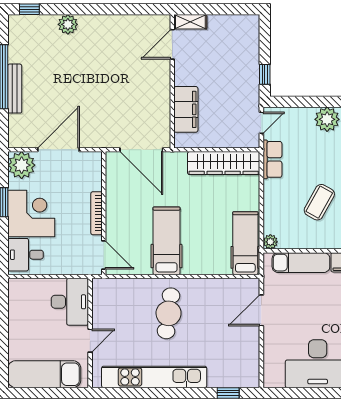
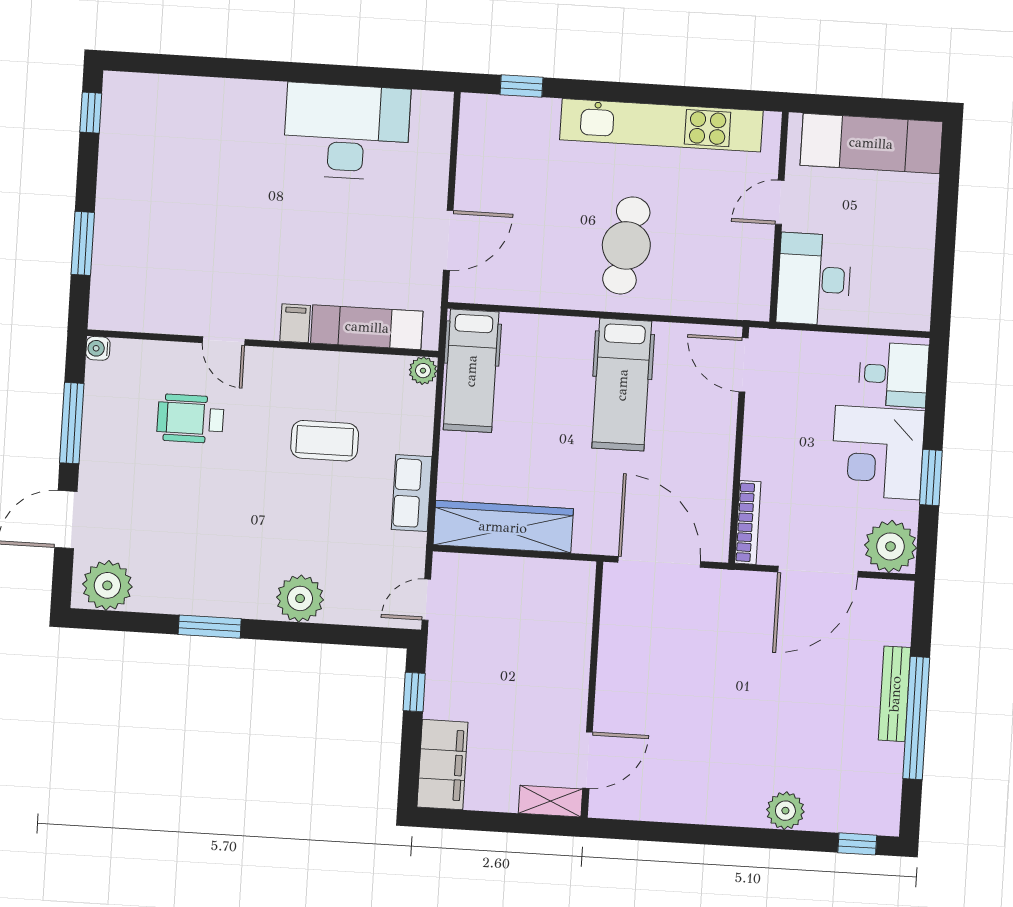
filing cabinet: (186, 109) -> (442, 765), moved, turned 180
row of seats: (272, 159) -> (412, 493), moved
coffee table: (319, 202) -> (325, 441), turned 61
bookcase: (97, 213) -> (748, 522), moved

